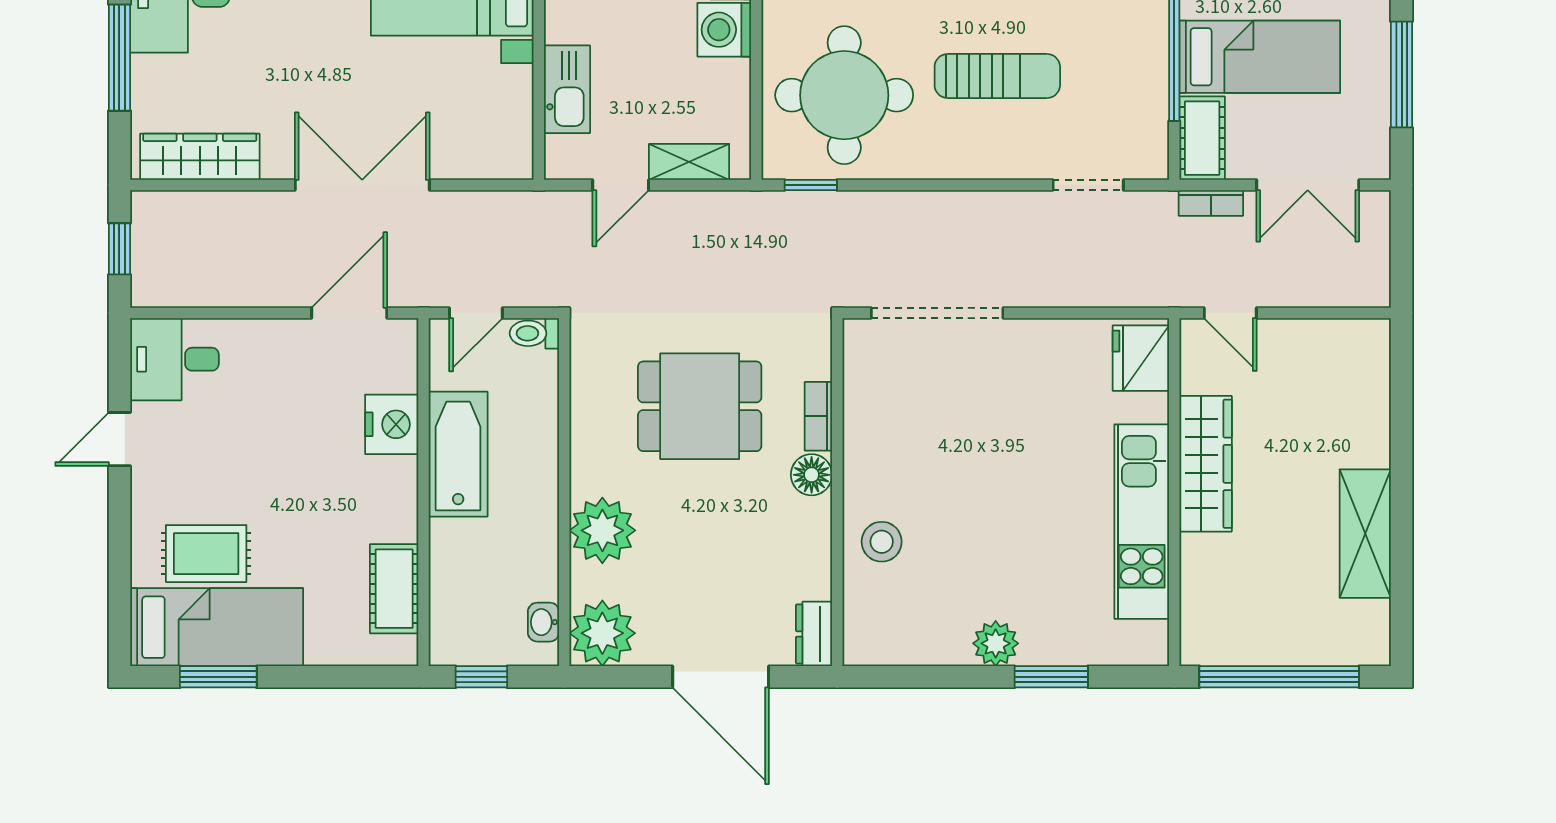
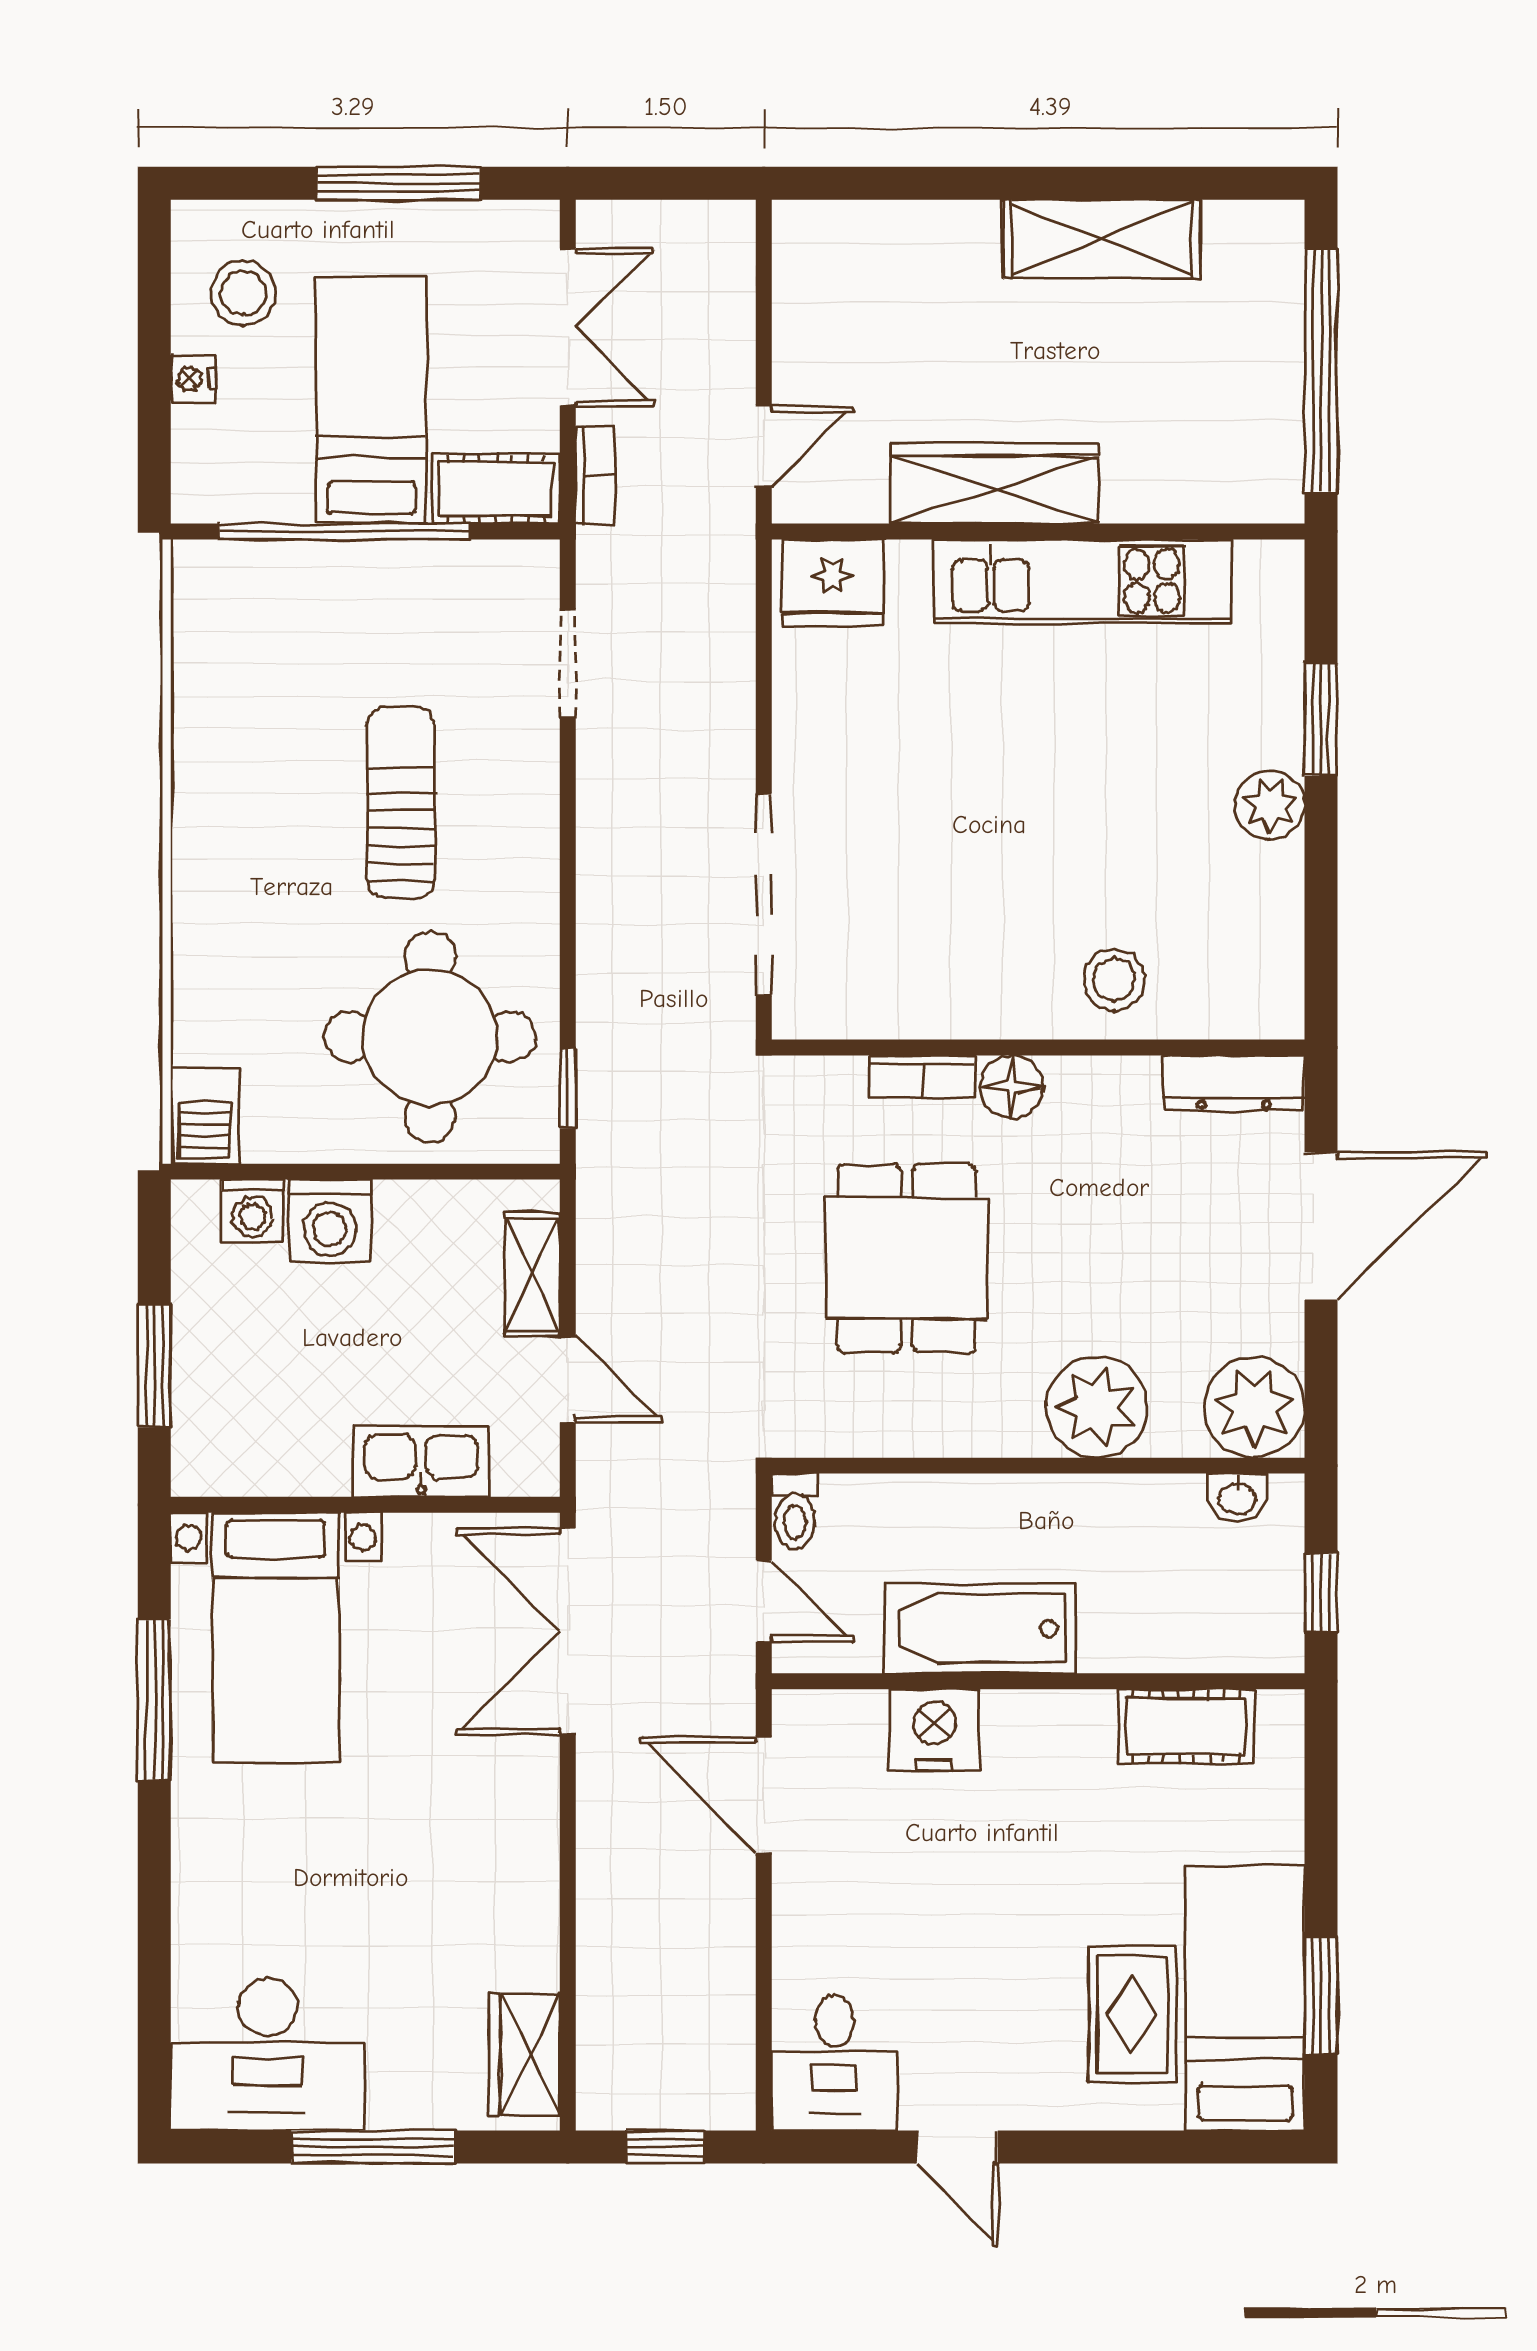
wardrobe: (200, 157) -> (524, 2054), width x0.67
double door: (362, 185) -> (568, 1631), moved
dresser: (814, 634) -> (1234, 1083), width x1.44

